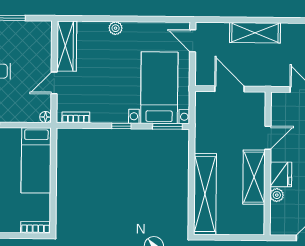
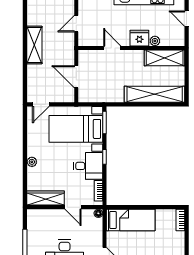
shelving: (255, 33) -> (34, 45), moved
door: (230, 89) -> (76, 77), hinge flipped
desk: (109, 104) -> (88, 166), added
shelving: (254, 177) -> (165, 58), moved

